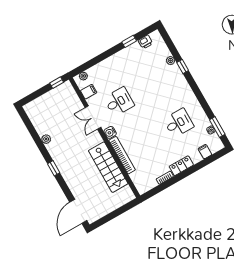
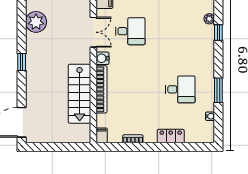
double door: (93, 117) -> (93, 32), swing flipped
window: (217, 127) -> (218, 90), moved
plant: (46, 139) -> (36, 22), width x1.87, depth x1.87
filing cabinet: (205, 152) -> (102, 135), moved
locker: (181, 166) -> (171, 136), moved

